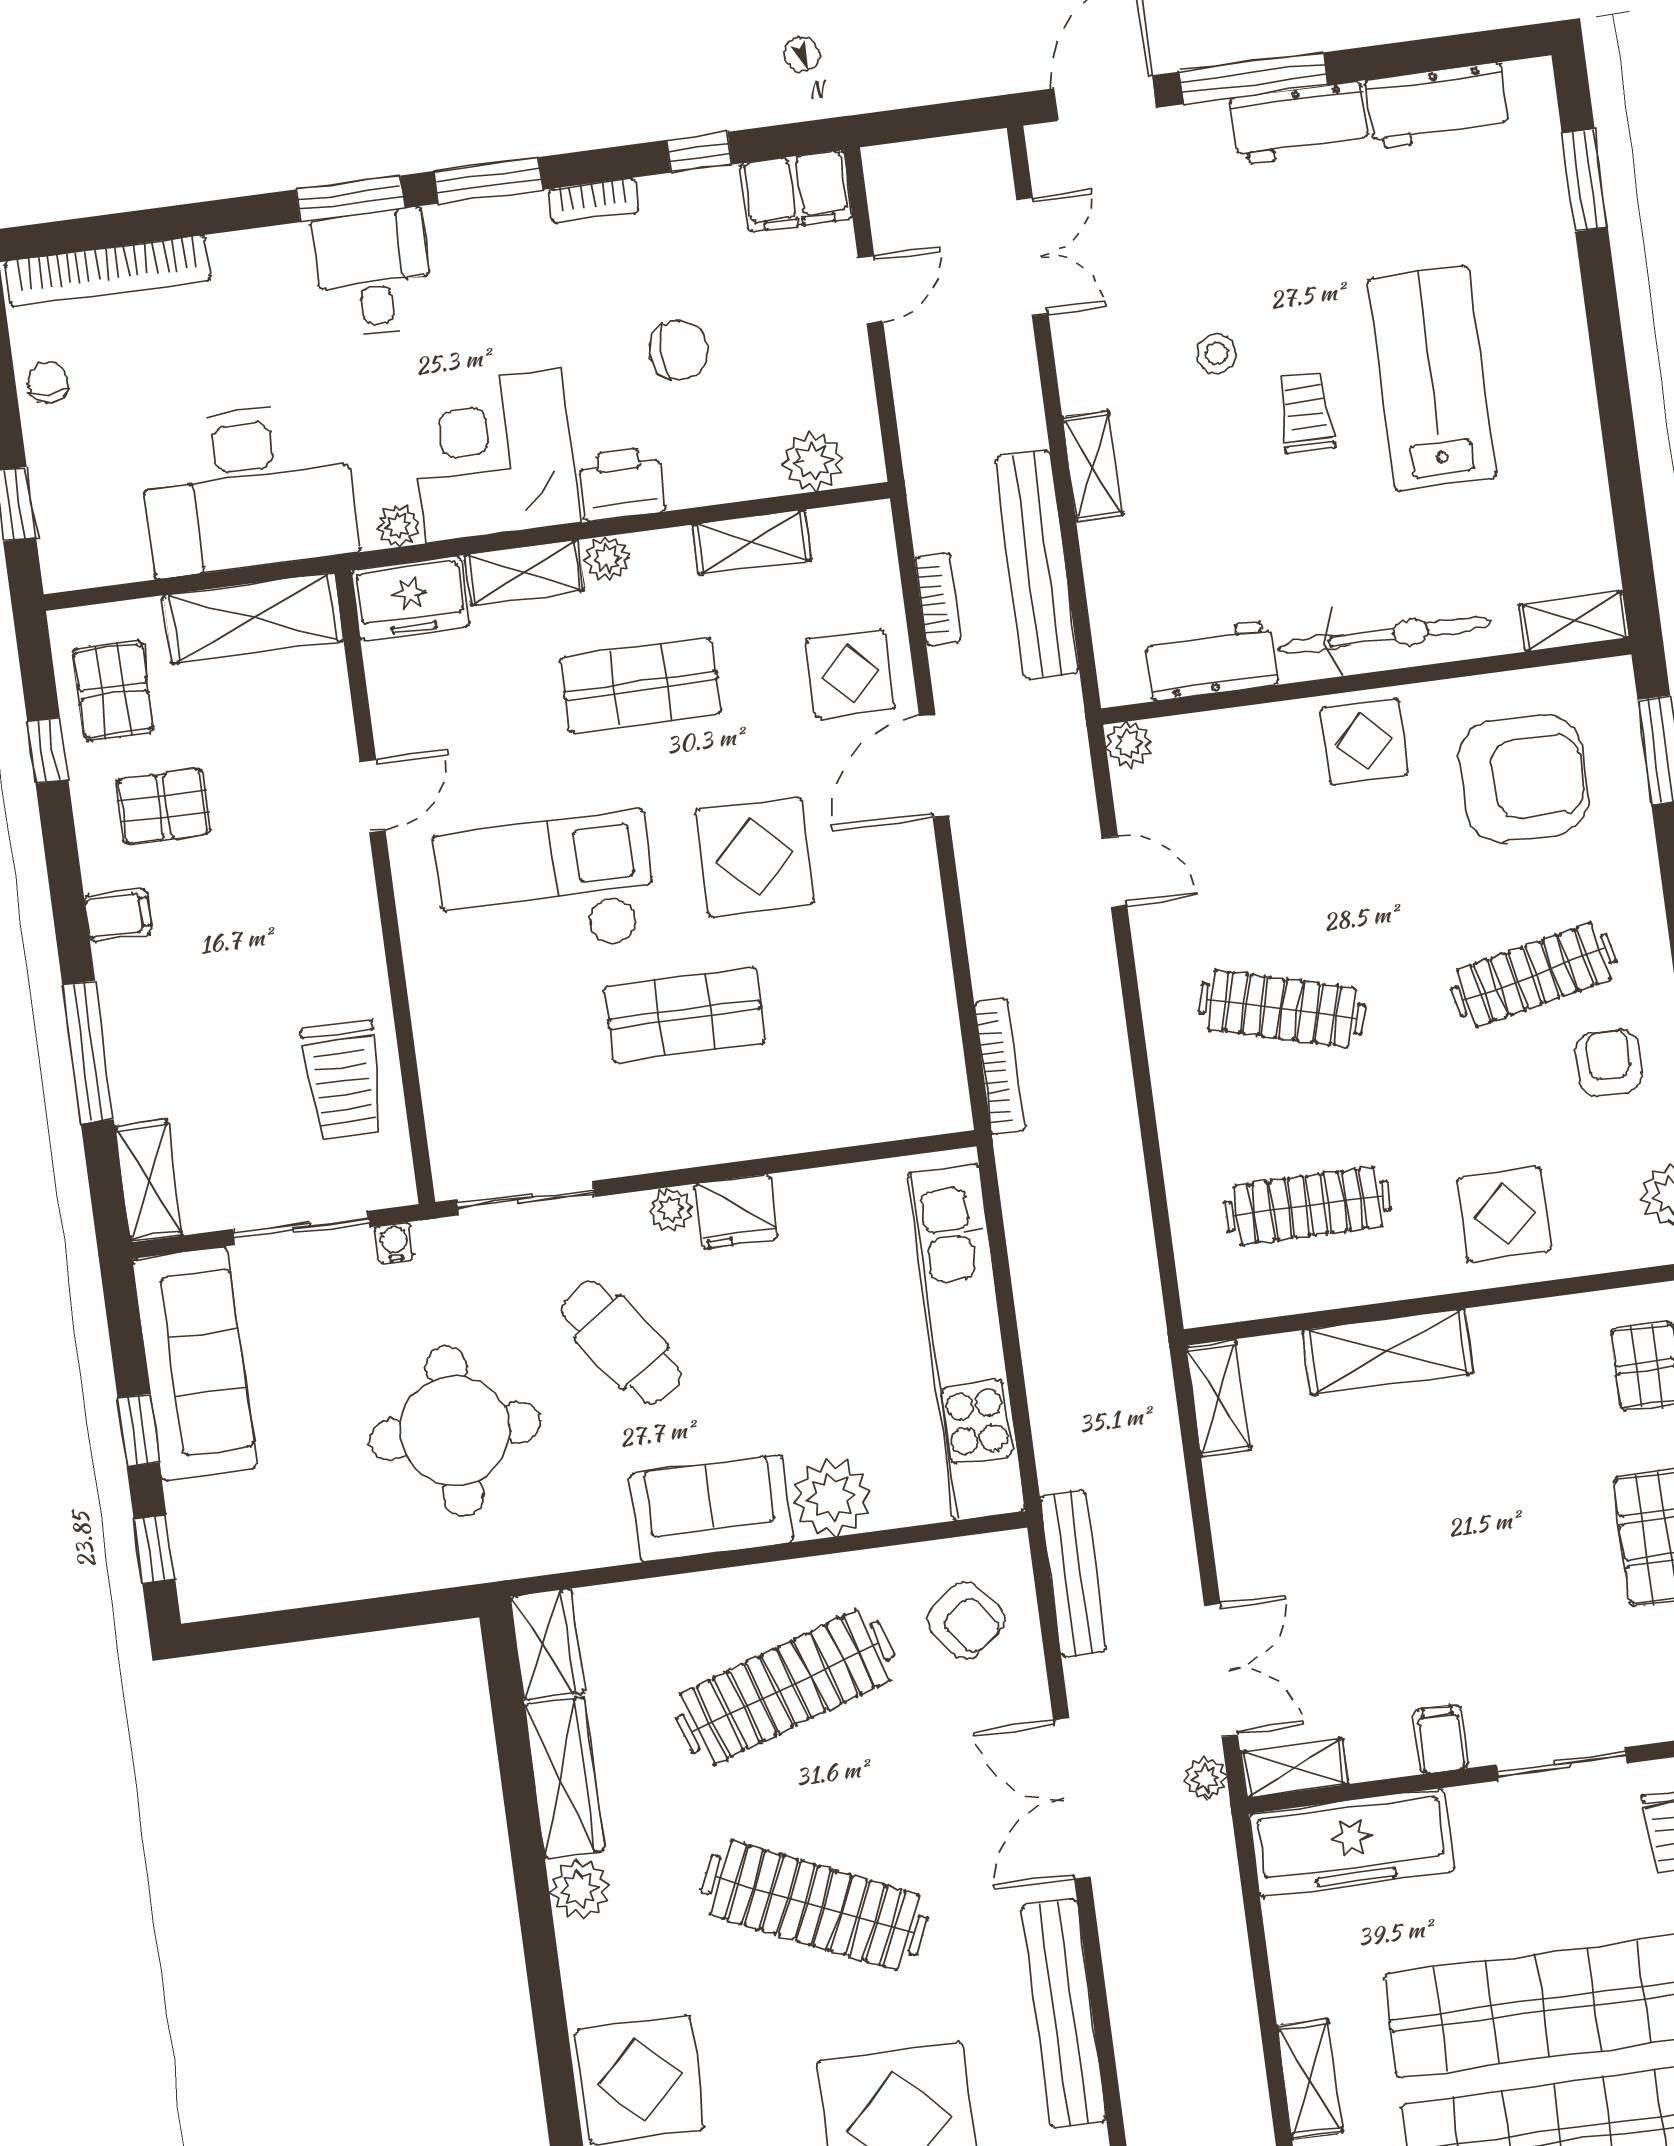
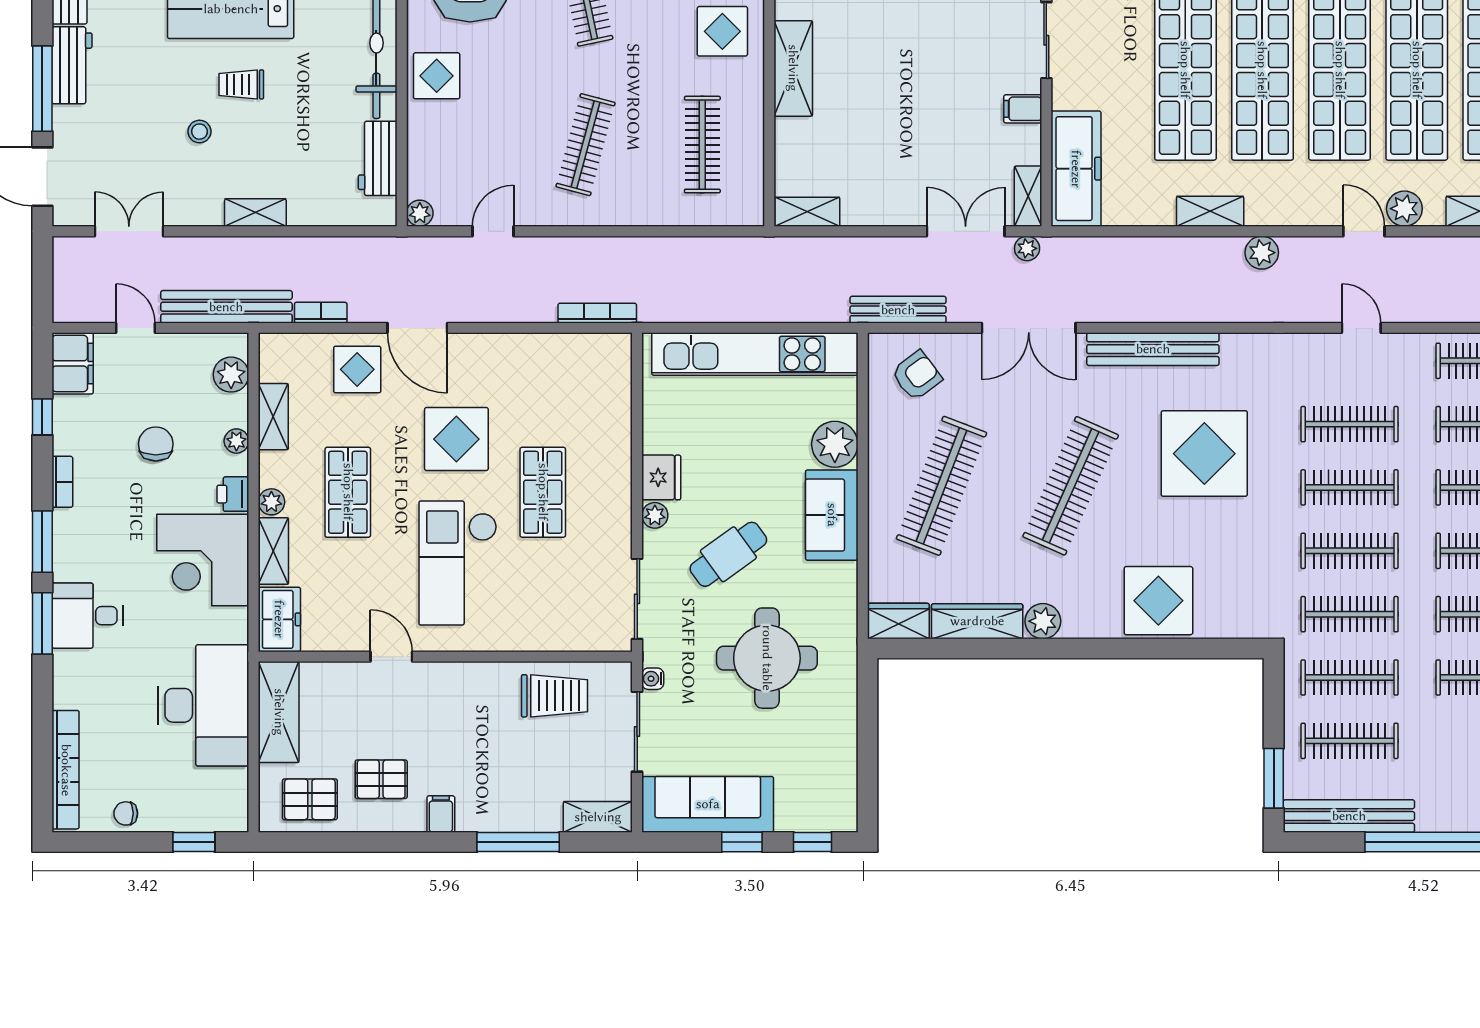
printer: (621, 484) -> (233, 494), width x0.73, depth x0.81
plant: (398, 526) -> (236, 441), moved
bench: (1037, 565) -> (226, 307), moved
window: (48, 750) -> (340, 842), removed
pallet: (163, 806) -> (381, 779), turned 90
shelving: (1388, 1352) -> (793, 68), moved
clothes rail: (785, 1687) -> (941, 486), turned 39

